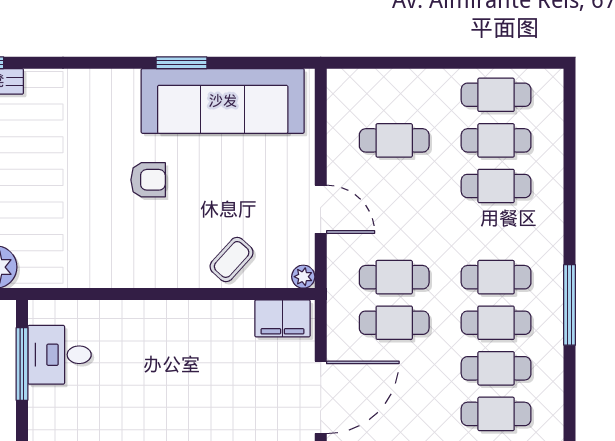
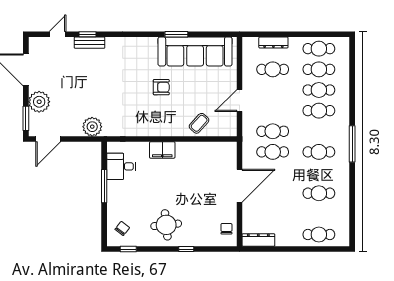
dresser: (396, 81) -> (273, 42), added
door: (321, 209) -> (239, 101), swing flipped
plant: (303, 277) -> (232, 131), removed
cafe table: (496, 277) -> (319, 111), moved
filing cabinet: (282, 318) -> (162, 150), moved
window: (22, 364) -> (104, 186), moved
cafe table: (496, 368) -> (319, 173), removed

